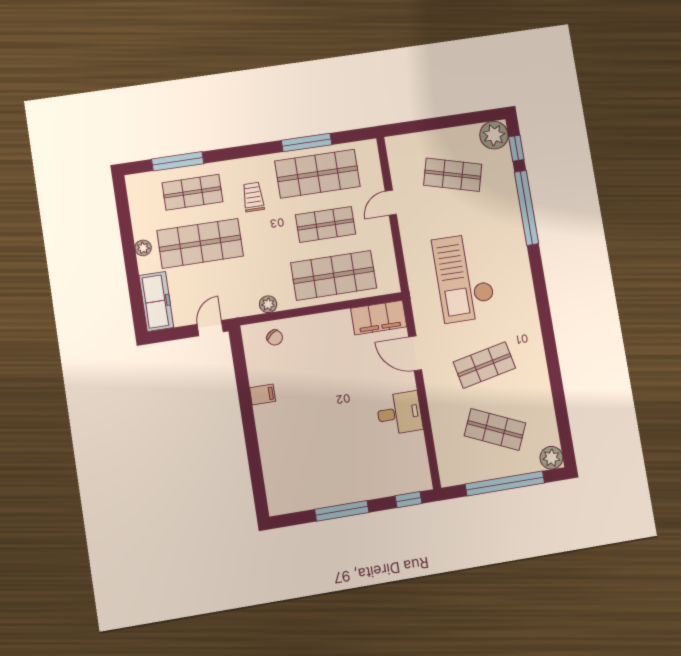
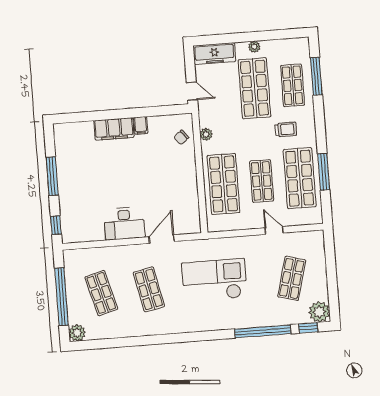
filing cabinet: (379, 318) -> (114, 129), moved, turned -90
desk: (399, 413) -> (124, 223), width x1.37
shop shelf: (495, 429) -> (101, 293), turned -39

